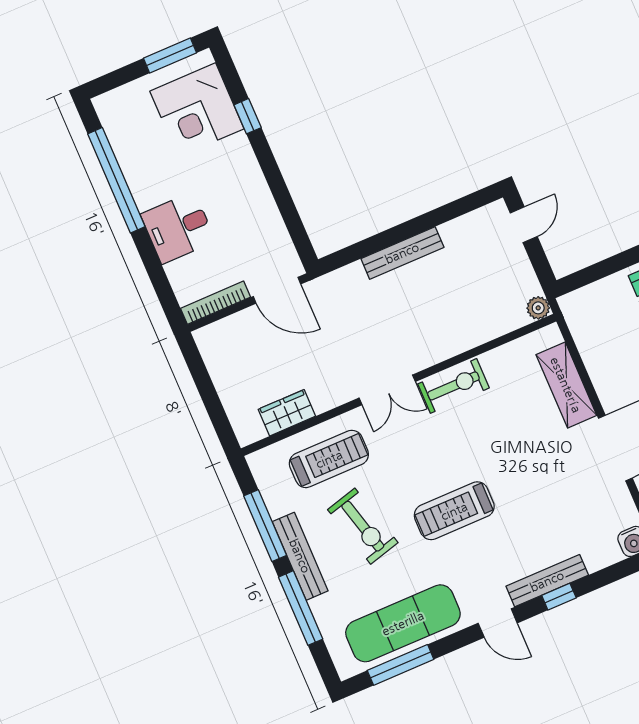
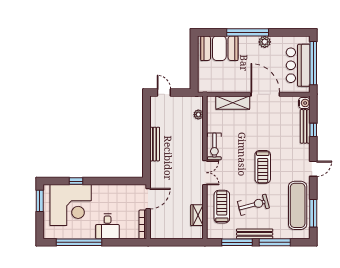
corner desk: (197, 110) -> (71, 205), width x1.36, depth x1.36
plant: (538, 308) -> (198, 115), moved
exercise bike: (453, 386) -> (214, 146), turned 180
bench: (547, 581) -> (305, 126), moved
window: (559, 597) -> (313, 130), moved

